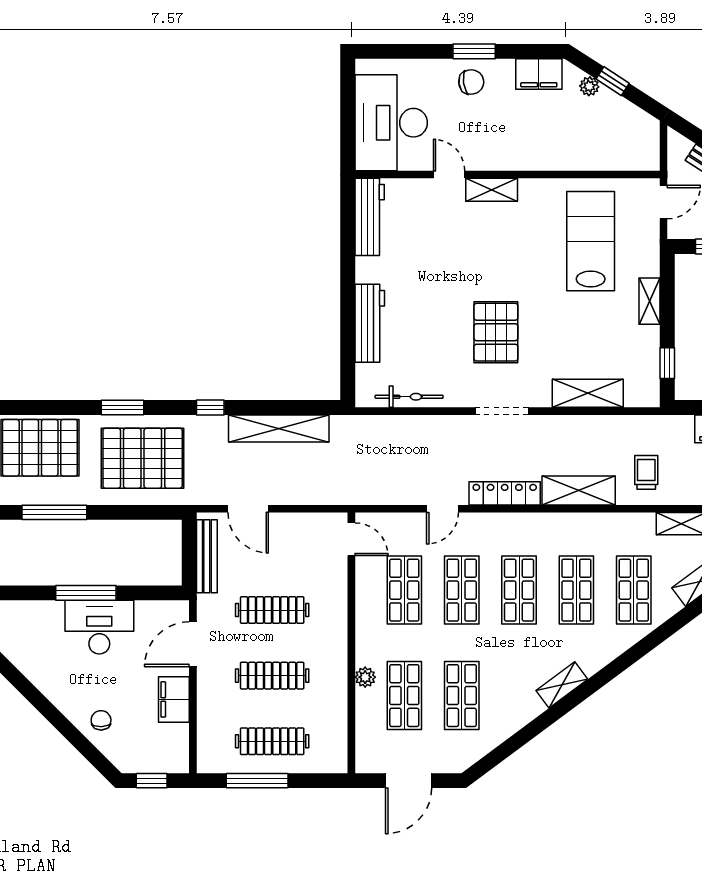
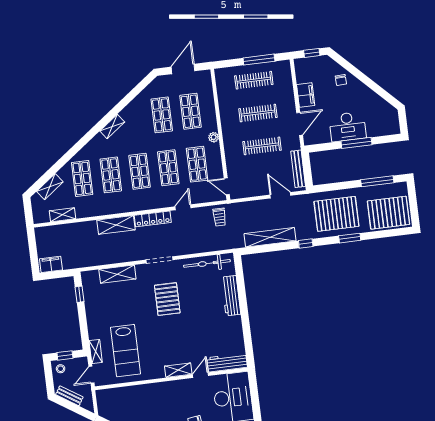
door: (449, 175) -> (201, 375), swing flipped
workbench: (370, 217) -> (227, 363), moved, turned 90
shelving: (649, 301) -> (96, 352), moved
bicycle: (409, 397) -> (207, 263), width x1.37, depth x1.40
trolley: (646, 472) -> (219, 217), moved
plant: (365, 677) -> (214, 137), moved

